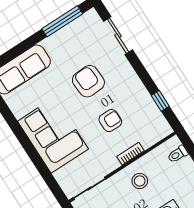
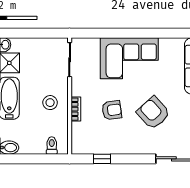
armchair: (88, 81) -> (153, 113), turned -129
armchair: (110, 121) -> (112, 110), turned -98

